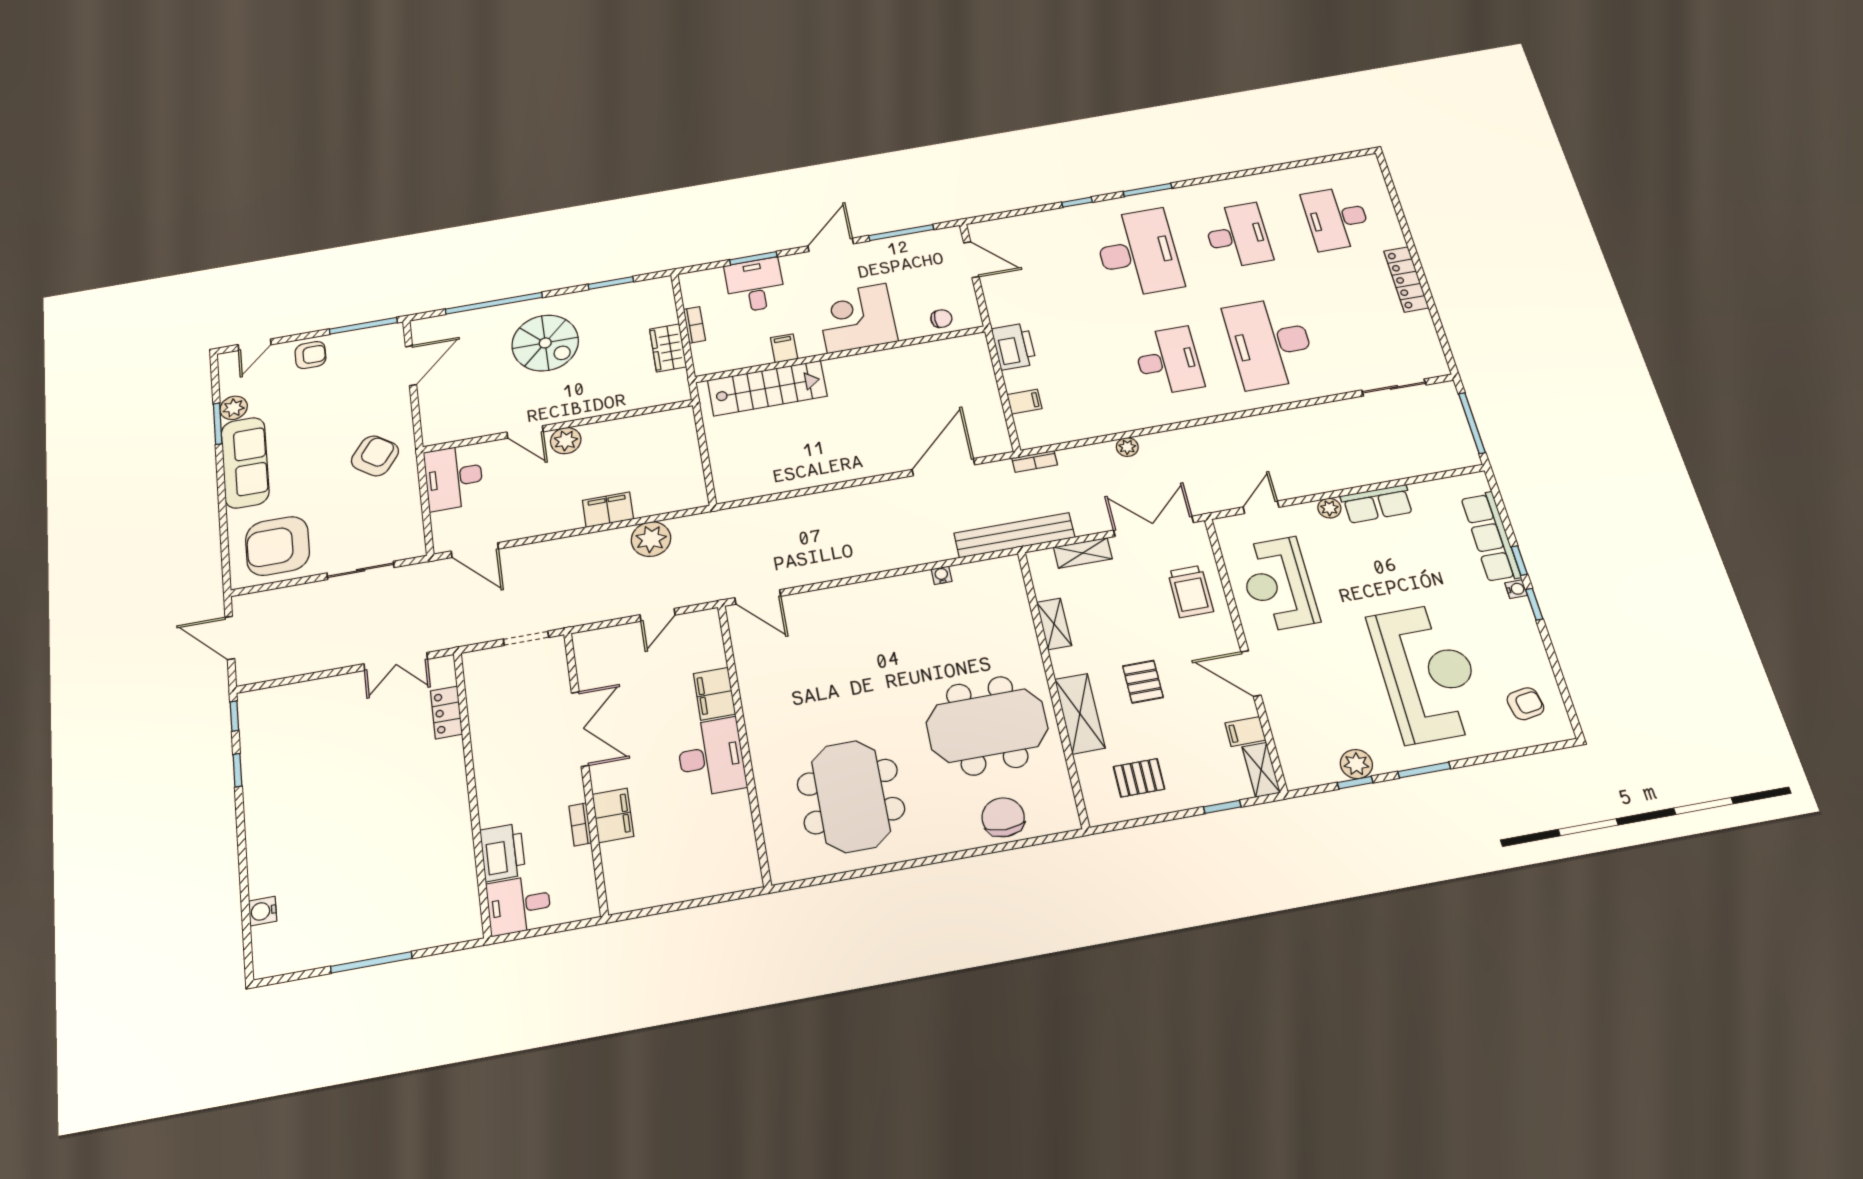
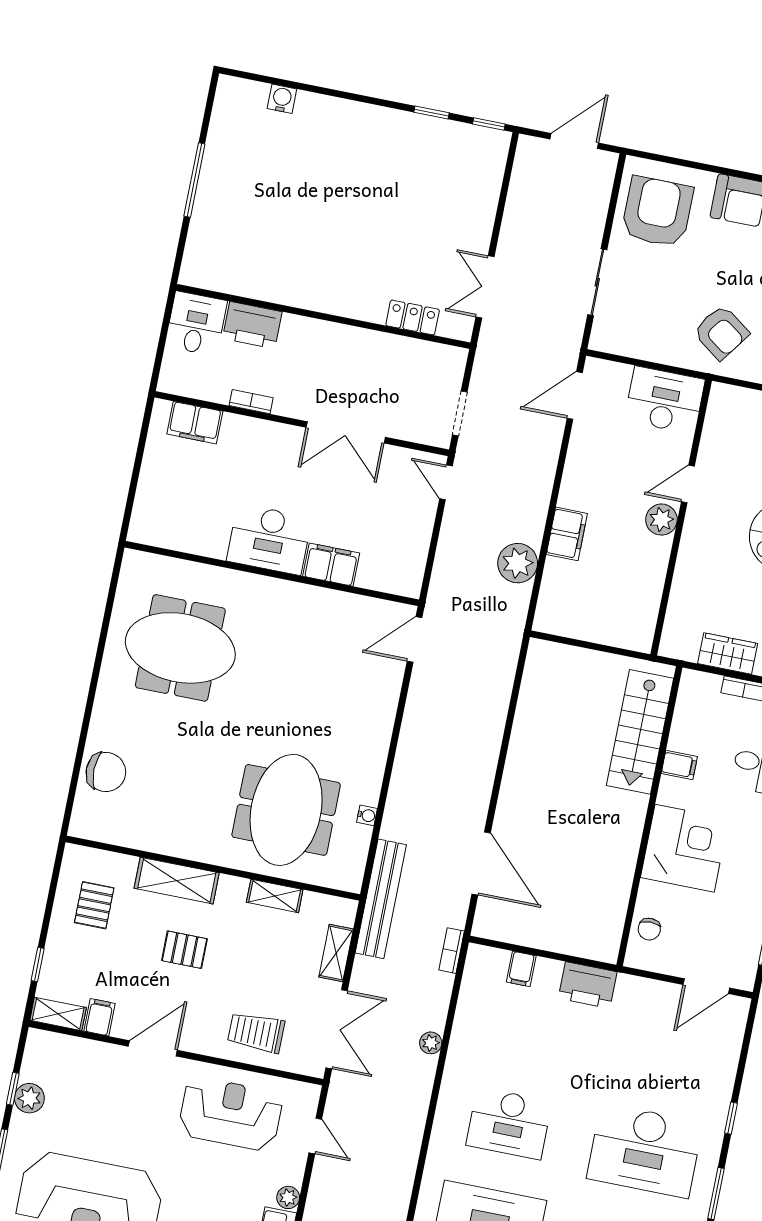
door: (658, 615) -> (446, 482), moved
meeting table: (987, 726) -> (286, 810), moved
filing cabinet: (613, 815) -> (195, 423), moved

